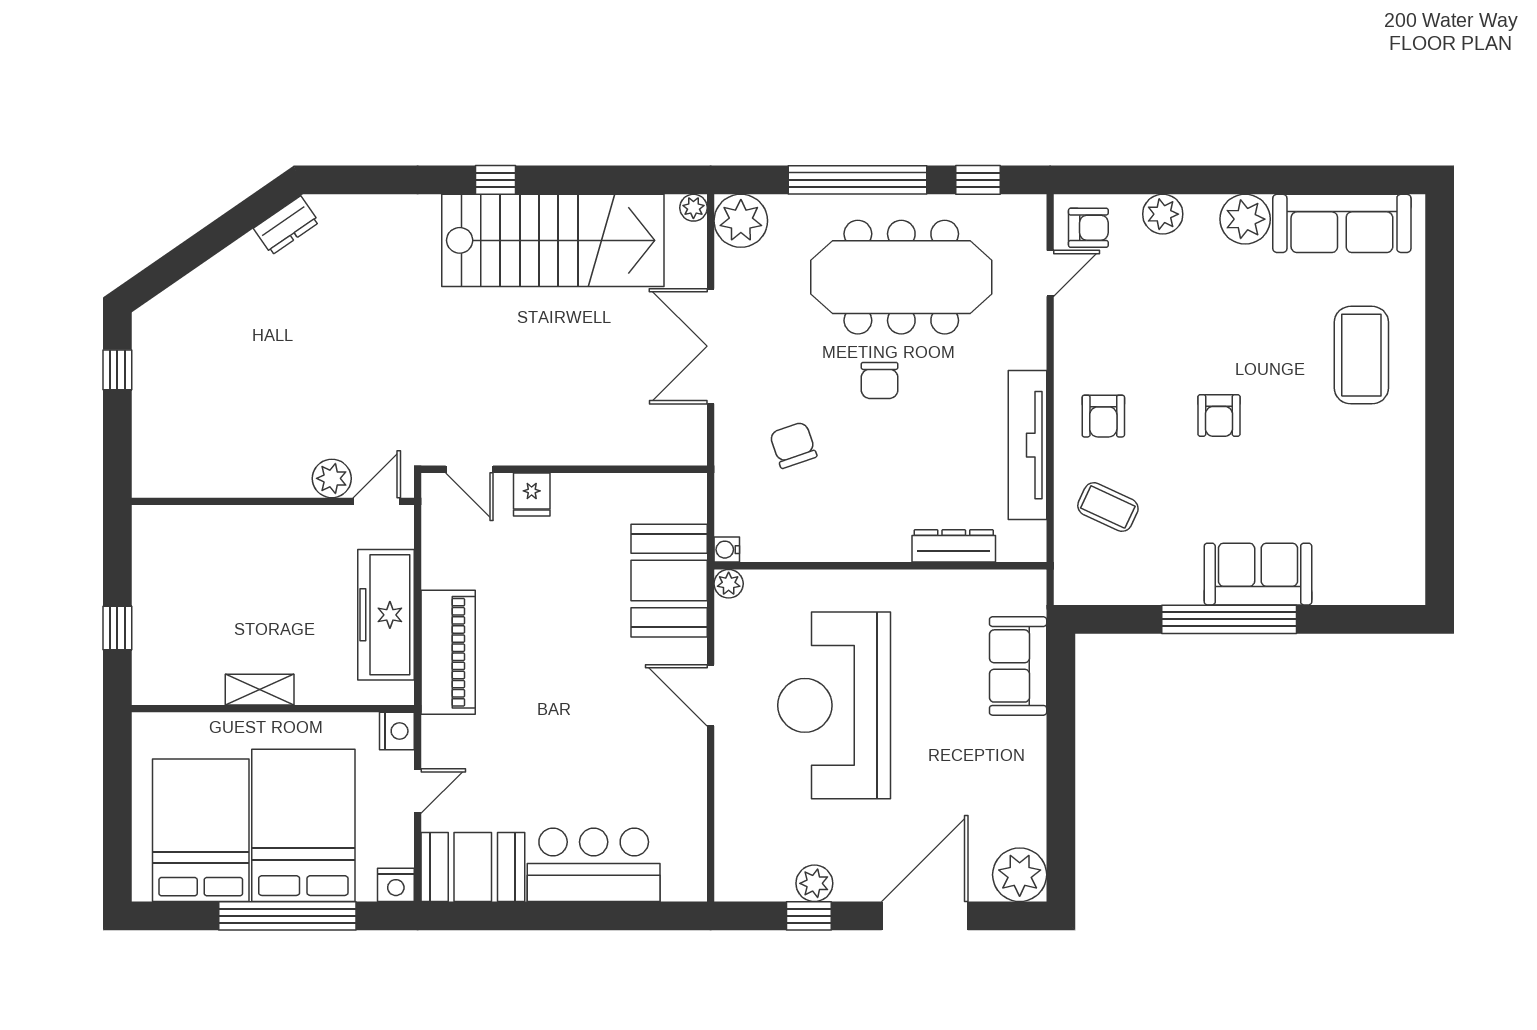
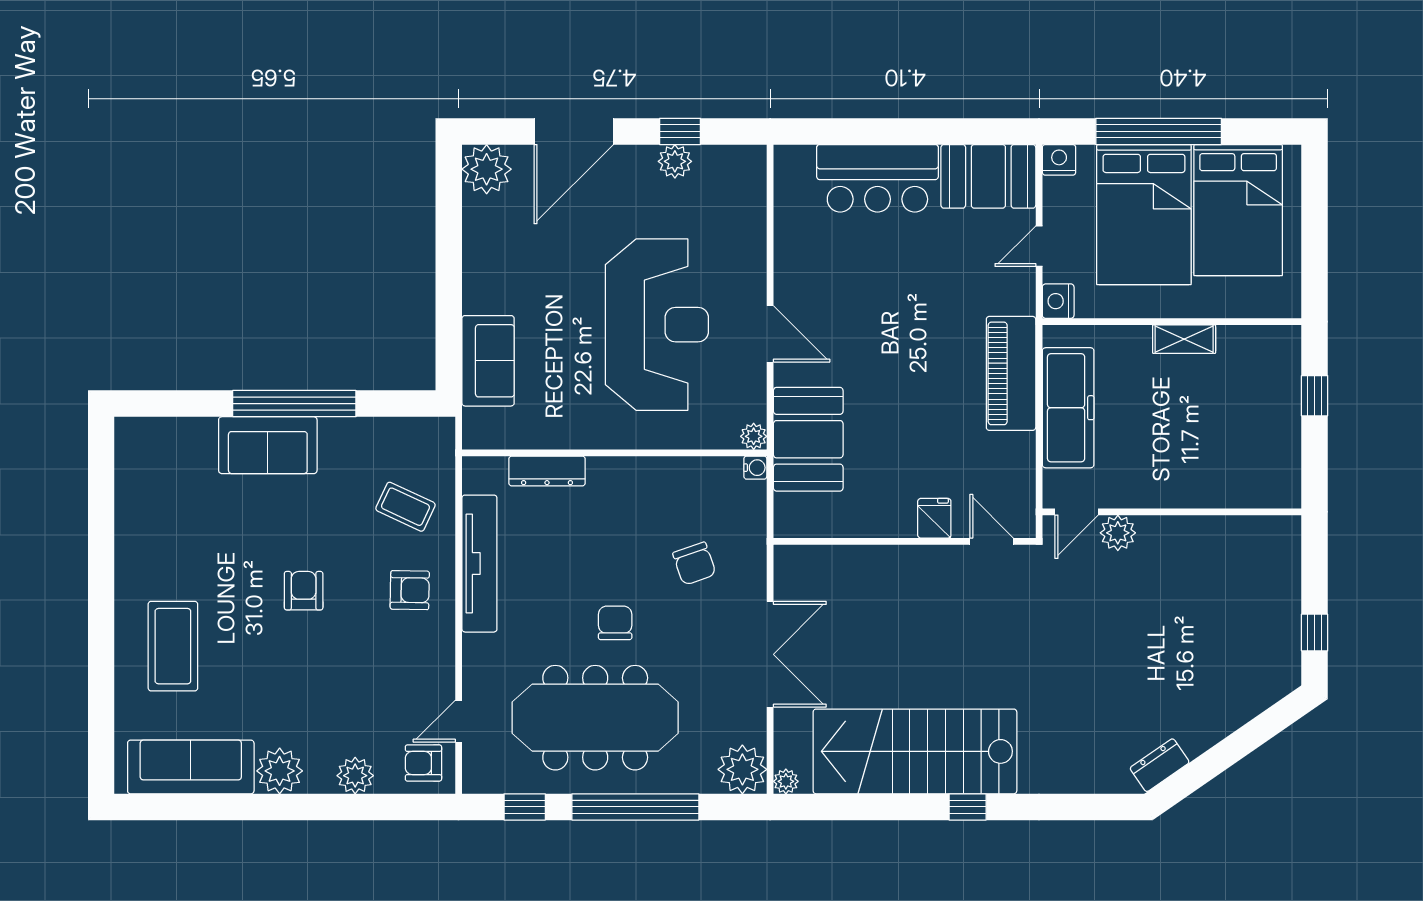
armchair: (1103, 416) -> (410, 590), turned 91

